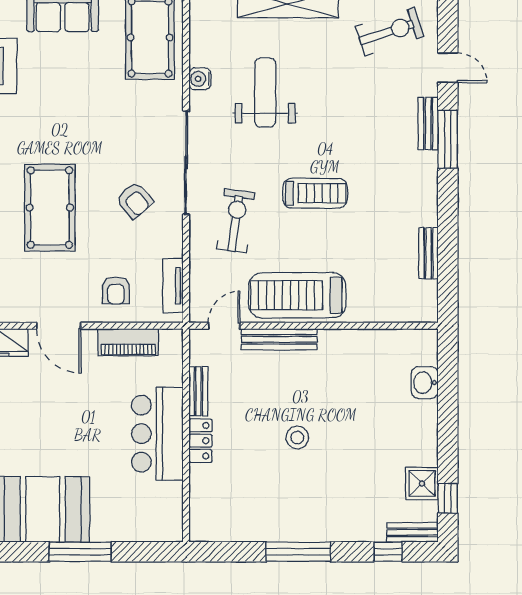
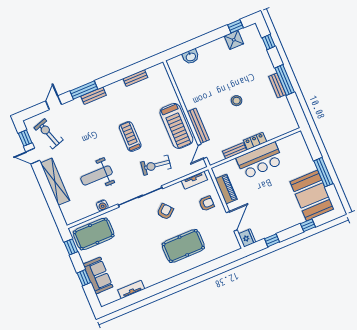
bench: (428, 124) -> (94, 96), moved
door: (224, 326) -> (202, 151), hinge flipped
bench: (412, 532) -> (277, 86), moved

